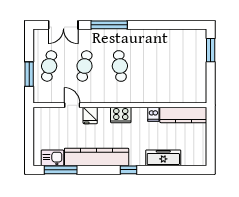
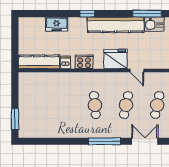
fridge: (90, 115) -> (116, 59), width x1.88, depth x1.34
cooker: (121, 115) -> (84, 62), moved
freezer: (163, 158) -> (57, 24), width x0.71

